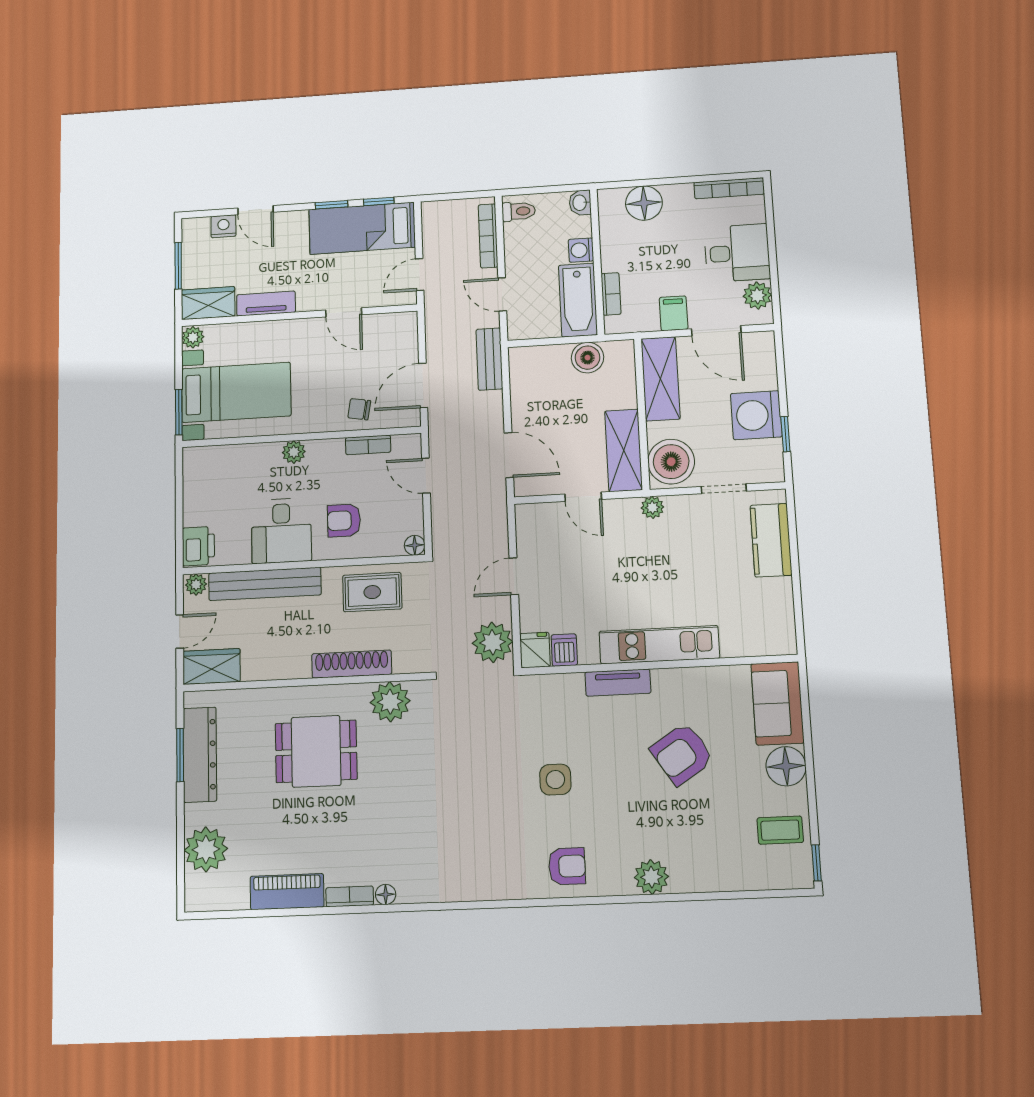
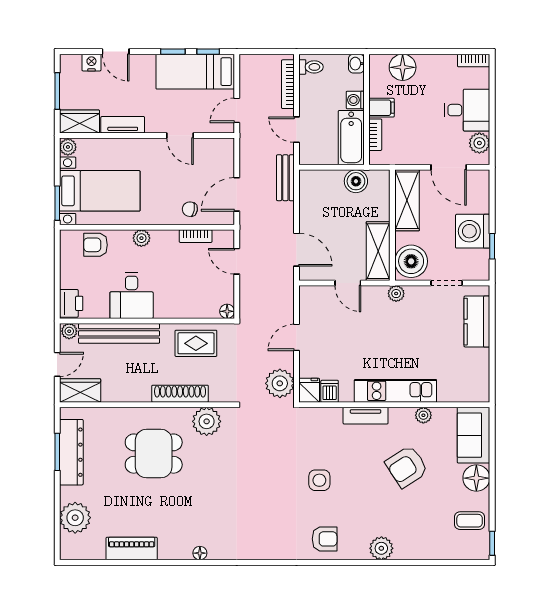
bookcase: (729, 188) -> (474, 60), width x0.64
filing cabinet: (674, 313) -> (381, 108), moved, turned 90
armchair: (344, 520) -> (96, 245), moved
plant: (702, 678) -> (423, 415), added
bookcase: (350, 896) -> (175, 553), removed

